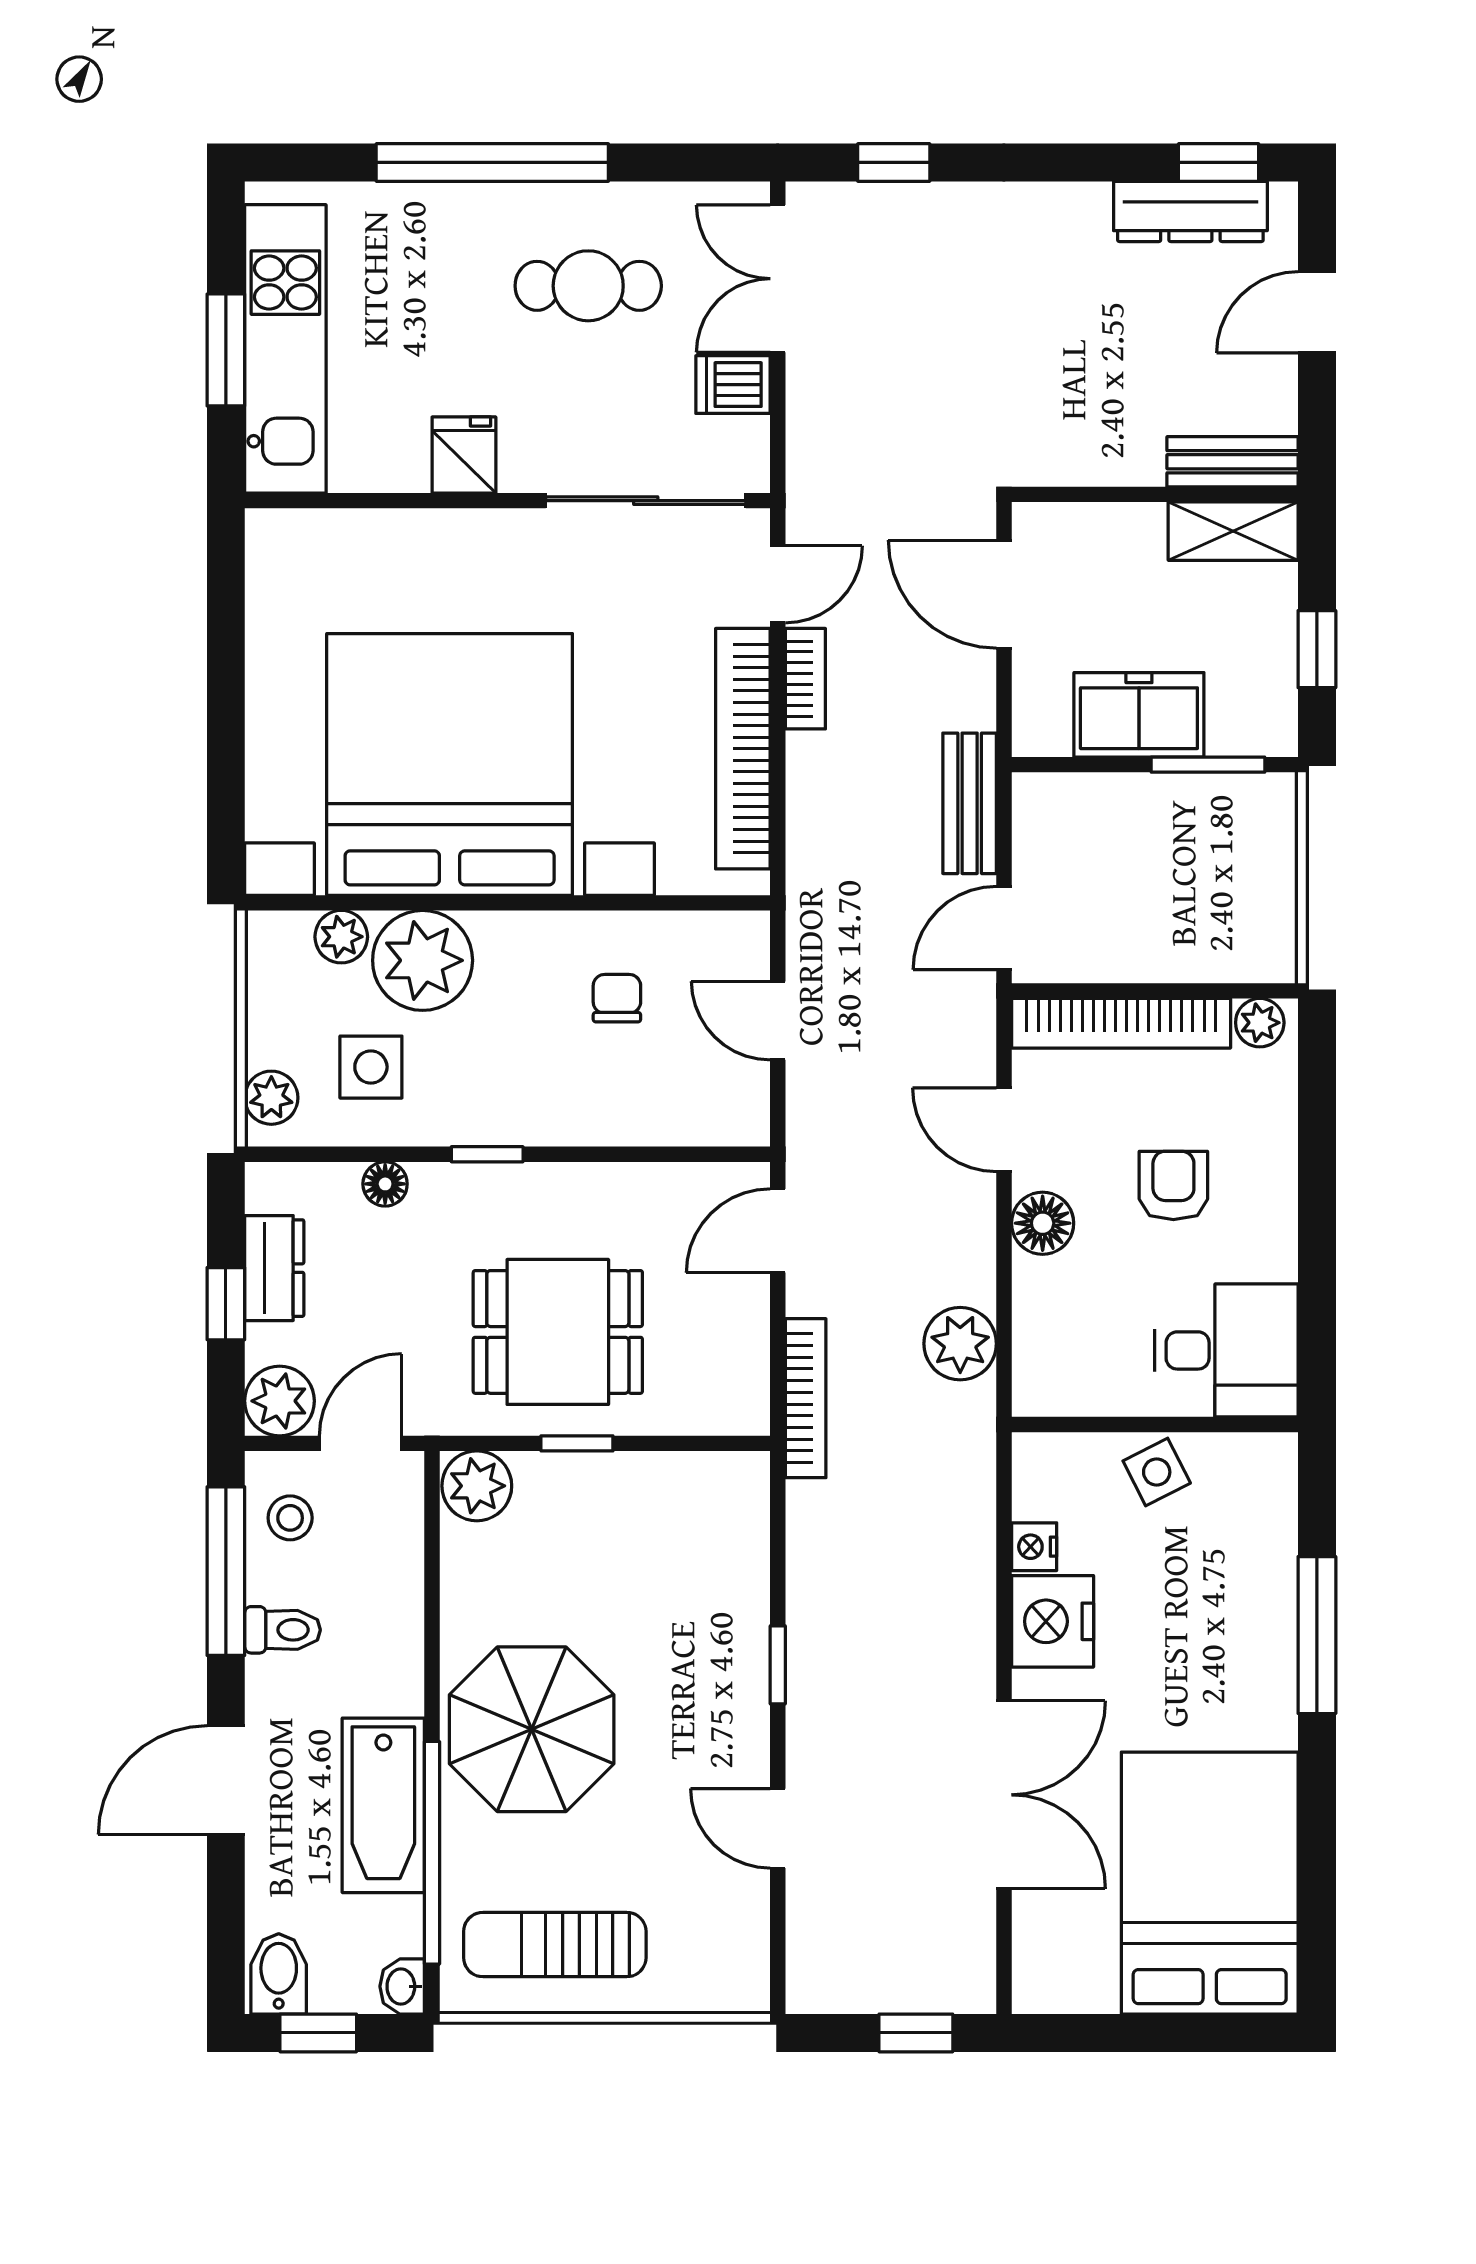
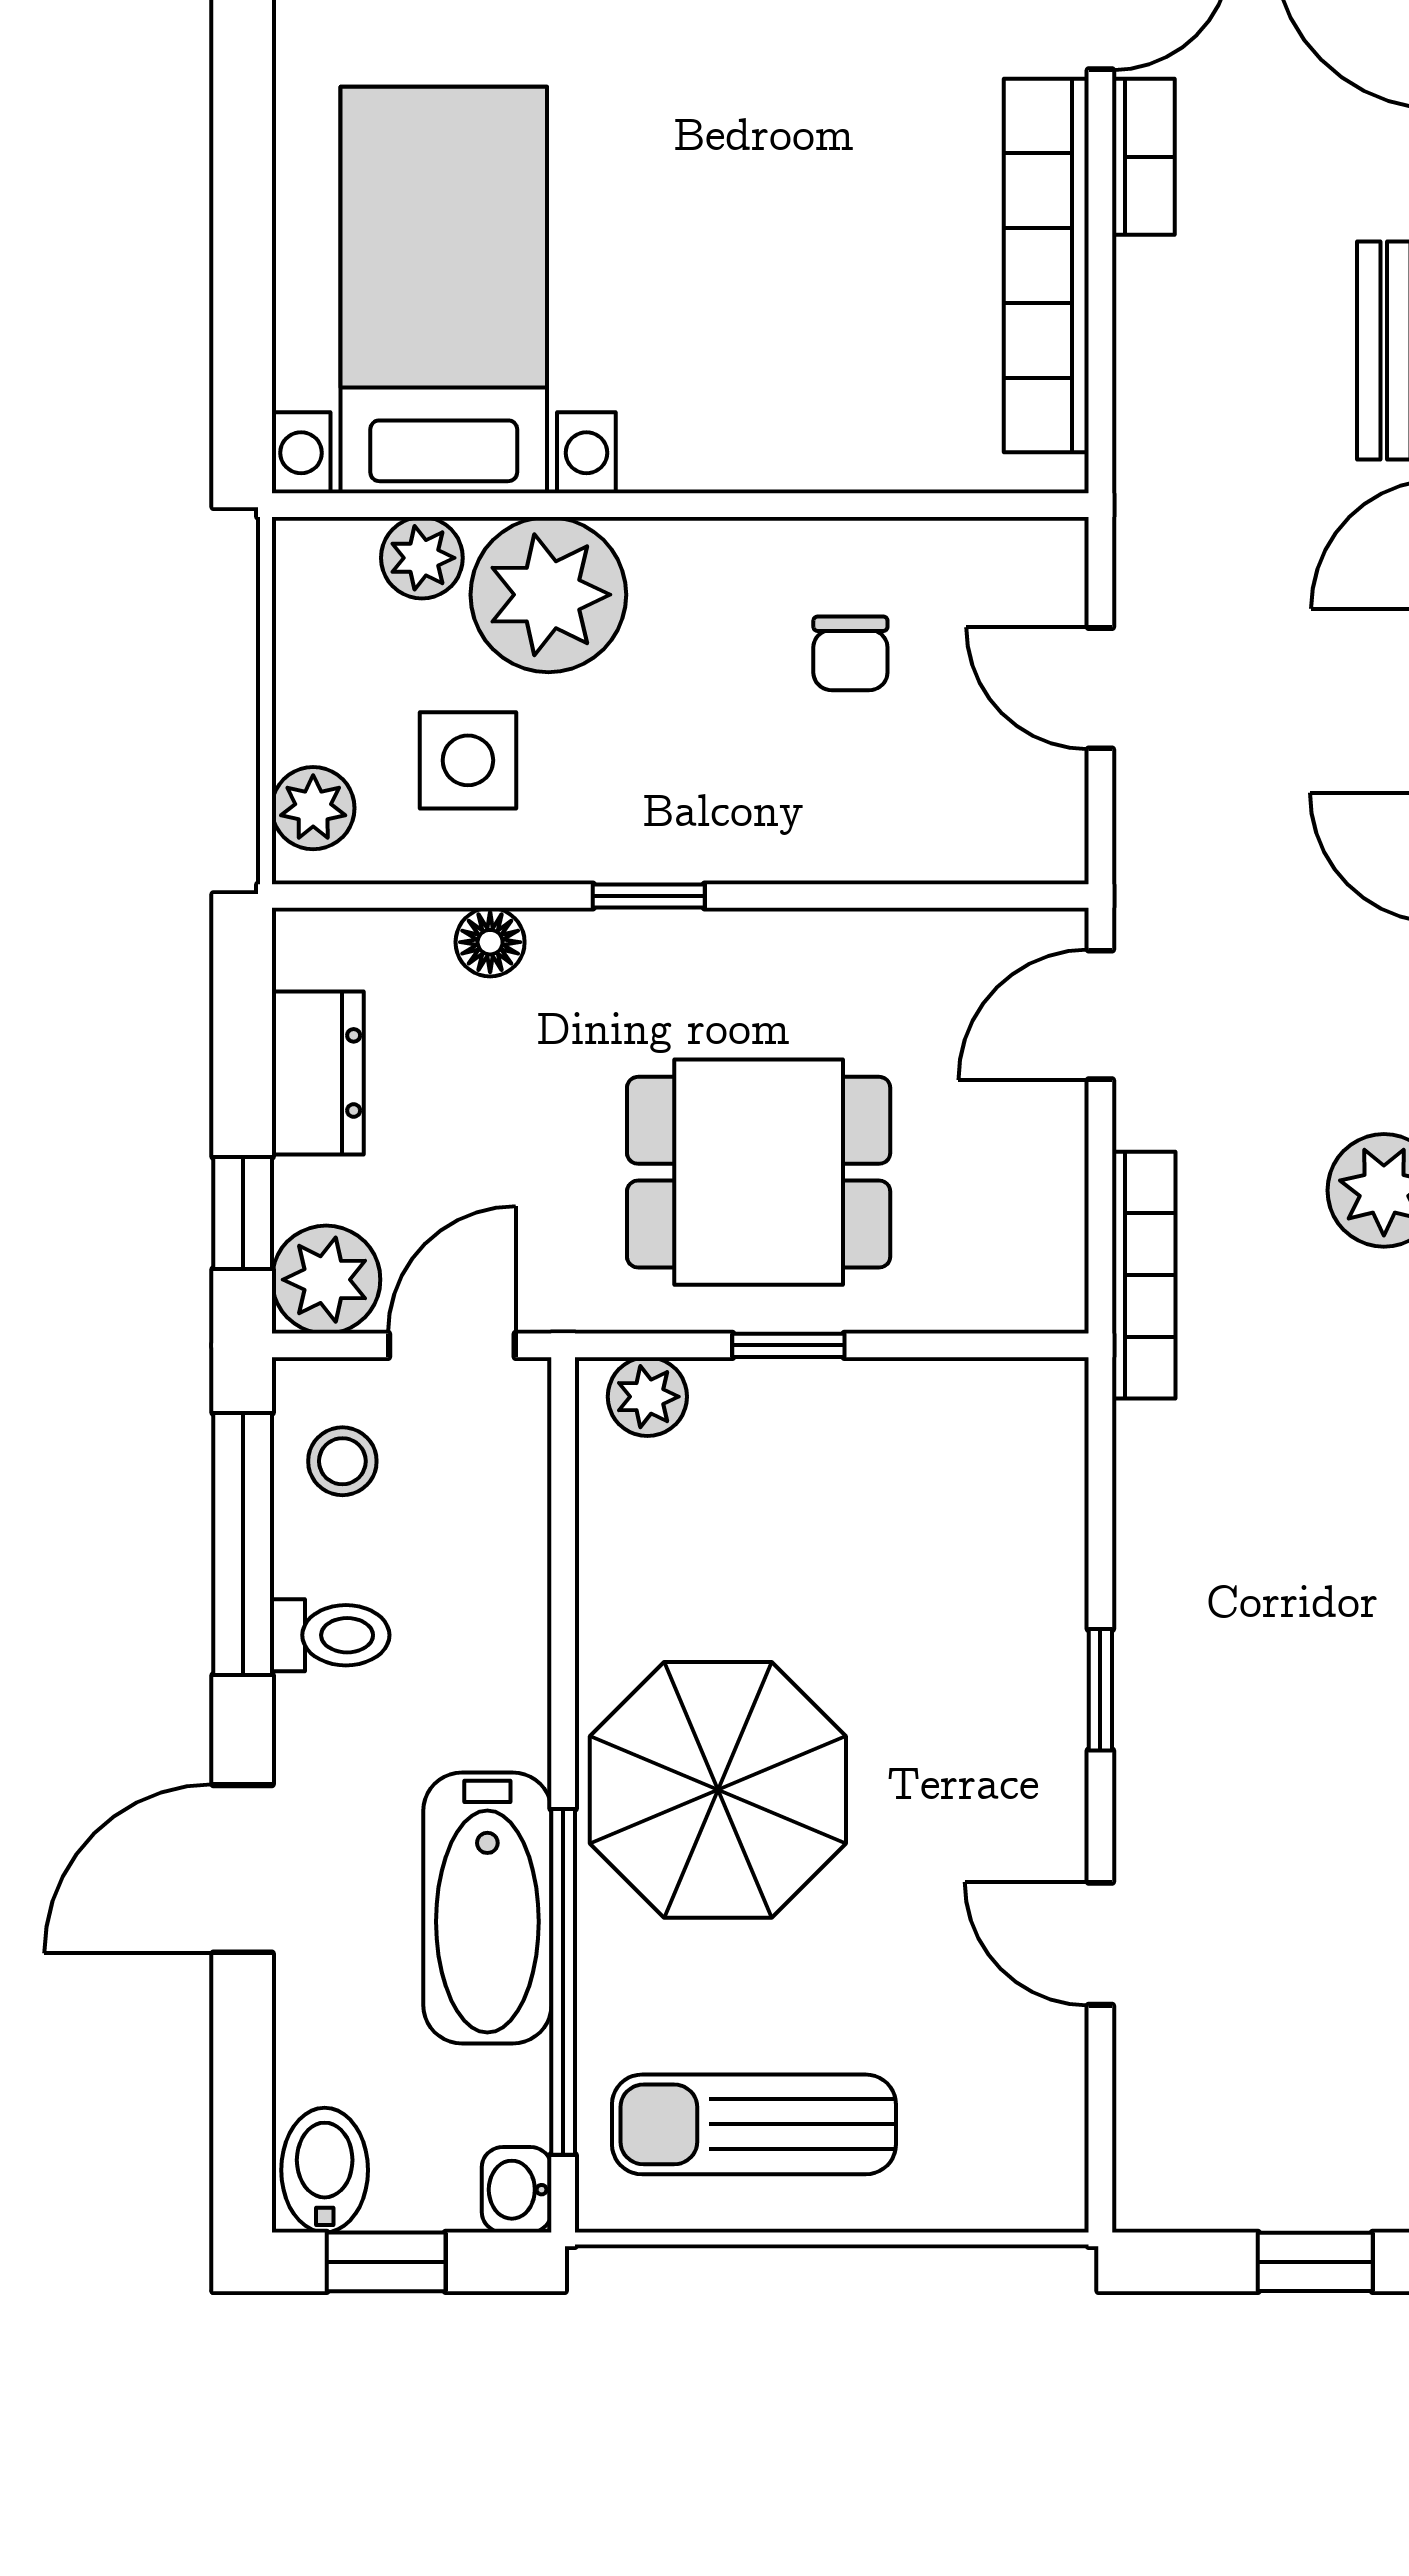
bed with nightstands: (450, 764) -> (444, 290), width x0.54
chair: (617, 998) -> (850, 653), turned 180
window: (226, 1304) -> (243, 1213), moved
plant: (477, 1486) -> (647, 1397), width x0.73, depth x0.73

